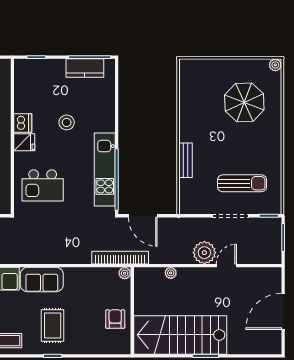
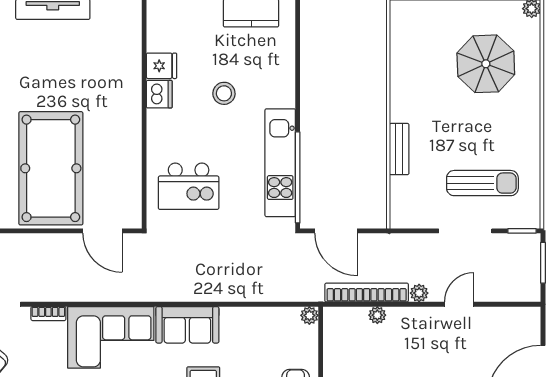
fridge: (24, 142) -> (162, 66), moved
plant: (204, 253) -> (419, 293), width x0.53, depth x0.53
bookcase: (120, 258) -> (367, 293), moved

